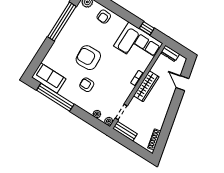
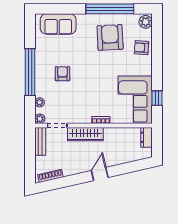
armchair: (88, 58) -> (110, 37), moved
sofa: (49, 78) -> (58, 24), moved, turned 90
door: (182, 83) -> (100, 174), moved
wardrobe: (146, 86) -> (85, 134), moved
window: (55, 97) -> (30, 72), moved

